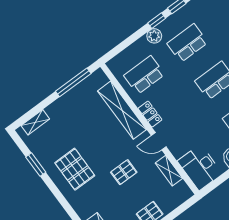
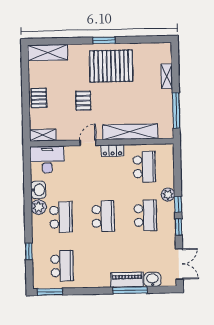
shelving: (35, 122) -> (167, 76), moved
window: (36, 165) -> (104, 40), moved
pallet: (75, 169) -> (111, 66), width x1.37, depth x1.41
shelving: (169, 171) -> (43, 135), moved

